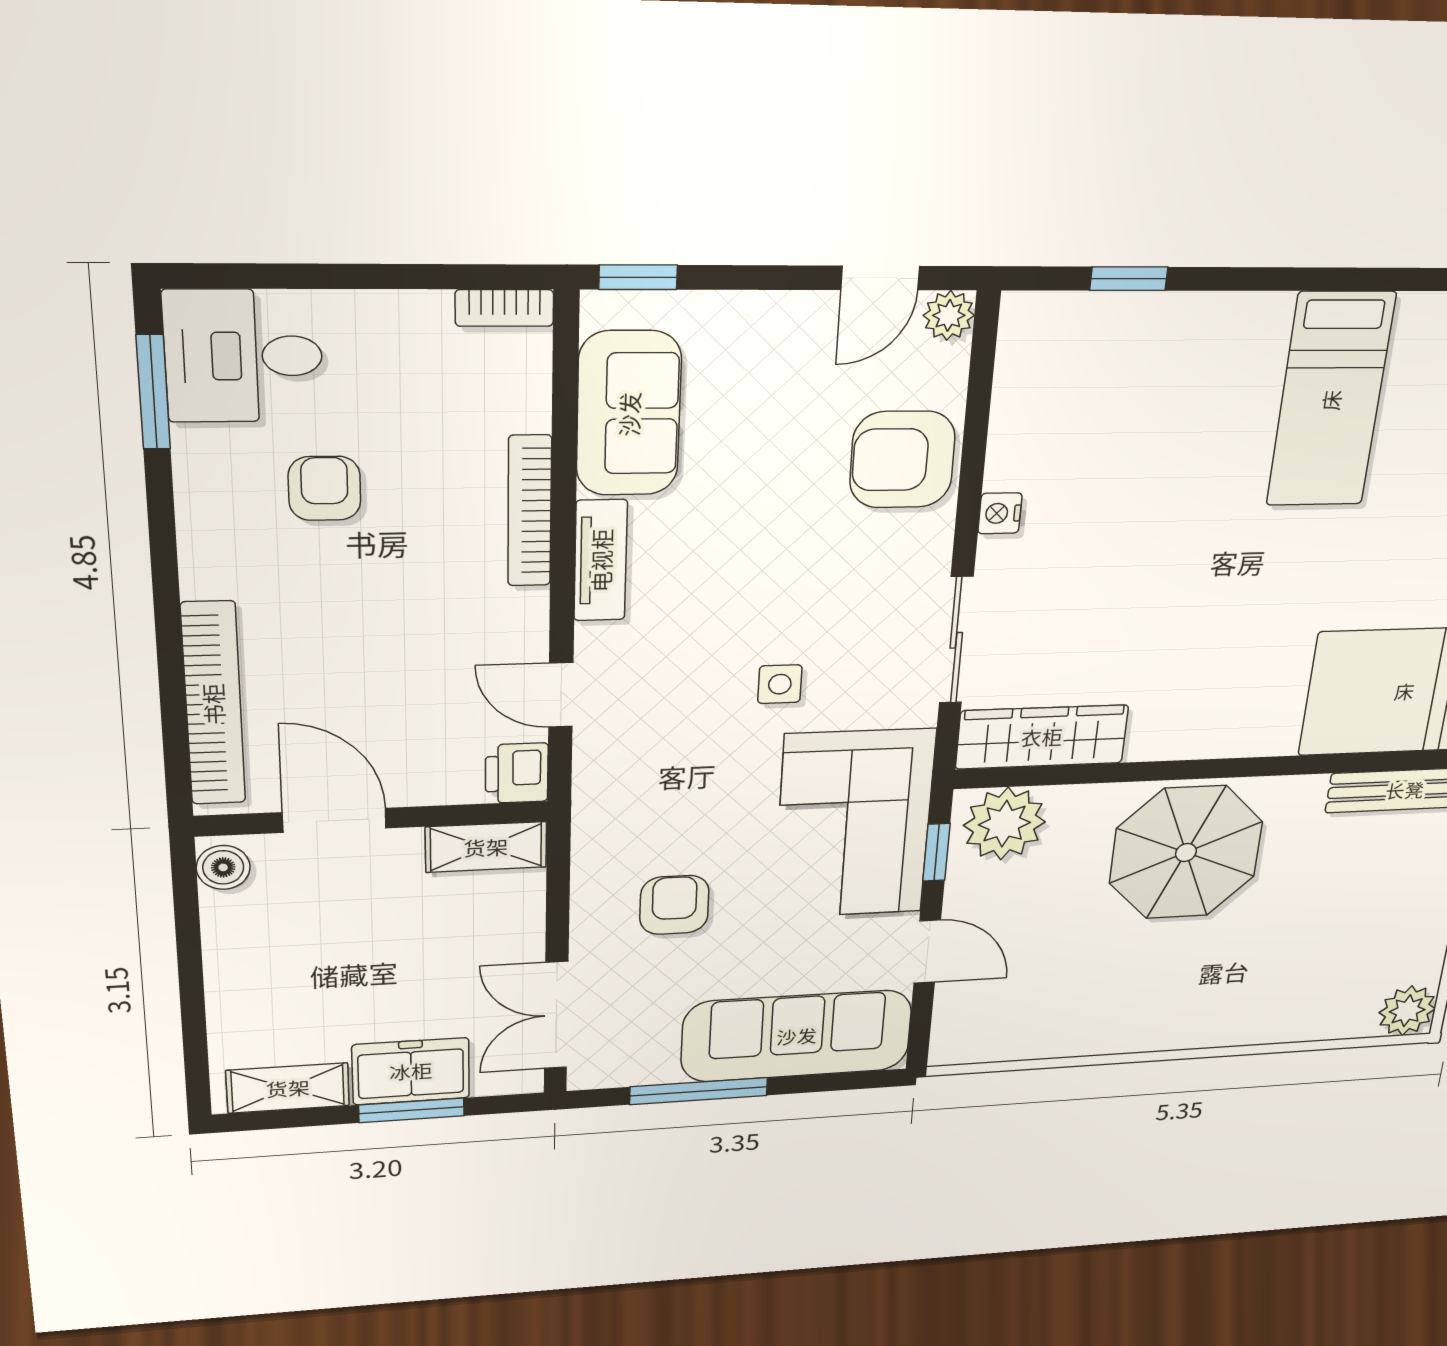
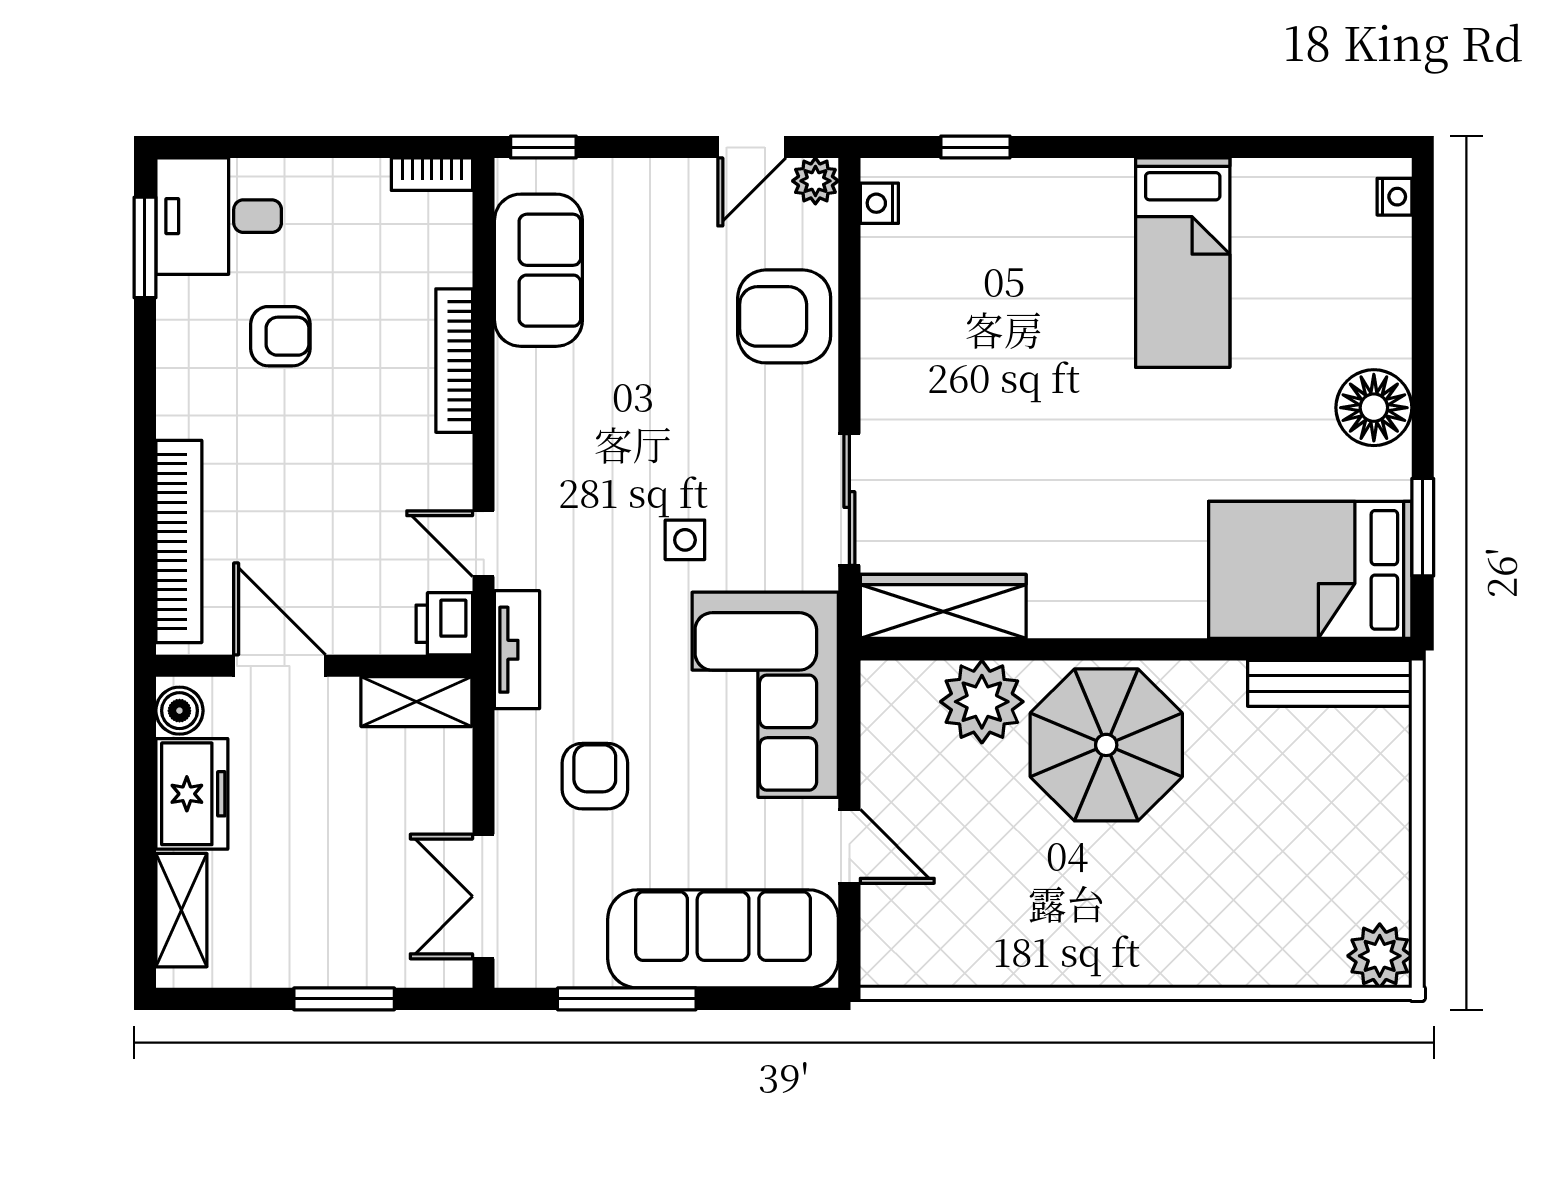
armchair: (325, 488) -> (280, 336), turned 90
nightstand: (1000, 513) -> (879, 203), moved
tv unit: (601, 560) -> (517, 650), moved
plant: (1004, 824) -> (982, 702), moved
window: (936, 852) -> (849, 731), removed
freezer: (411, 1071) -> (192, 794), moved, turned 90
shelving: (288, 1088) -> (181, 910), moved, turned 90

